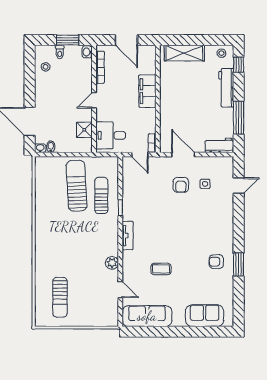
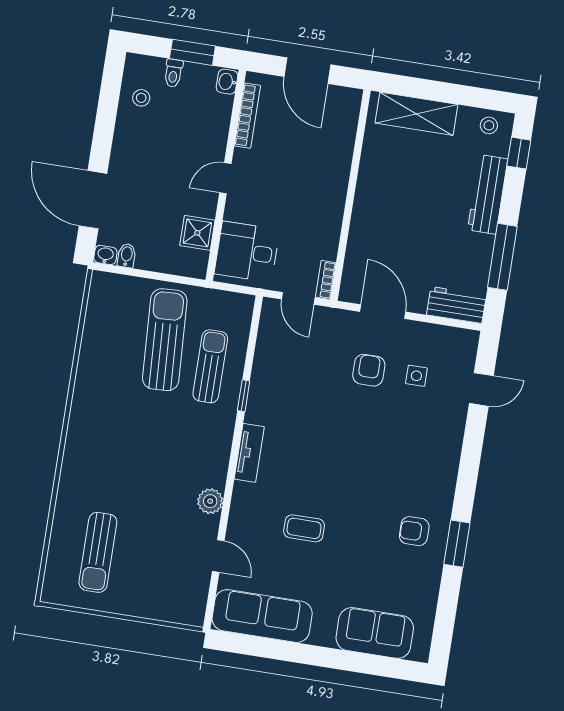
filing cabinet: (147, 91) -> (333, 177), removed
armchair: (181, 185) -> (369, 370), turned 180

